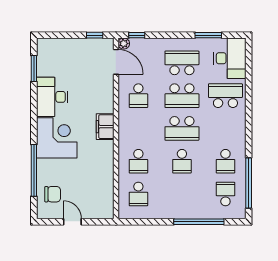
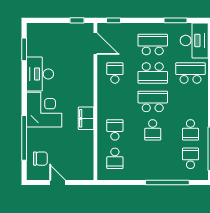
plant: (124, 44) -> (102, 28), removed
school desk: (138, 96) -> (115, 73), turned 180
filing cabinet: (105, 127) -> (86, 118), moved
school desk: (182, 128) -> (153, 101), turned 180
school desk: (138, 161) -> (115, 130), turned 180

